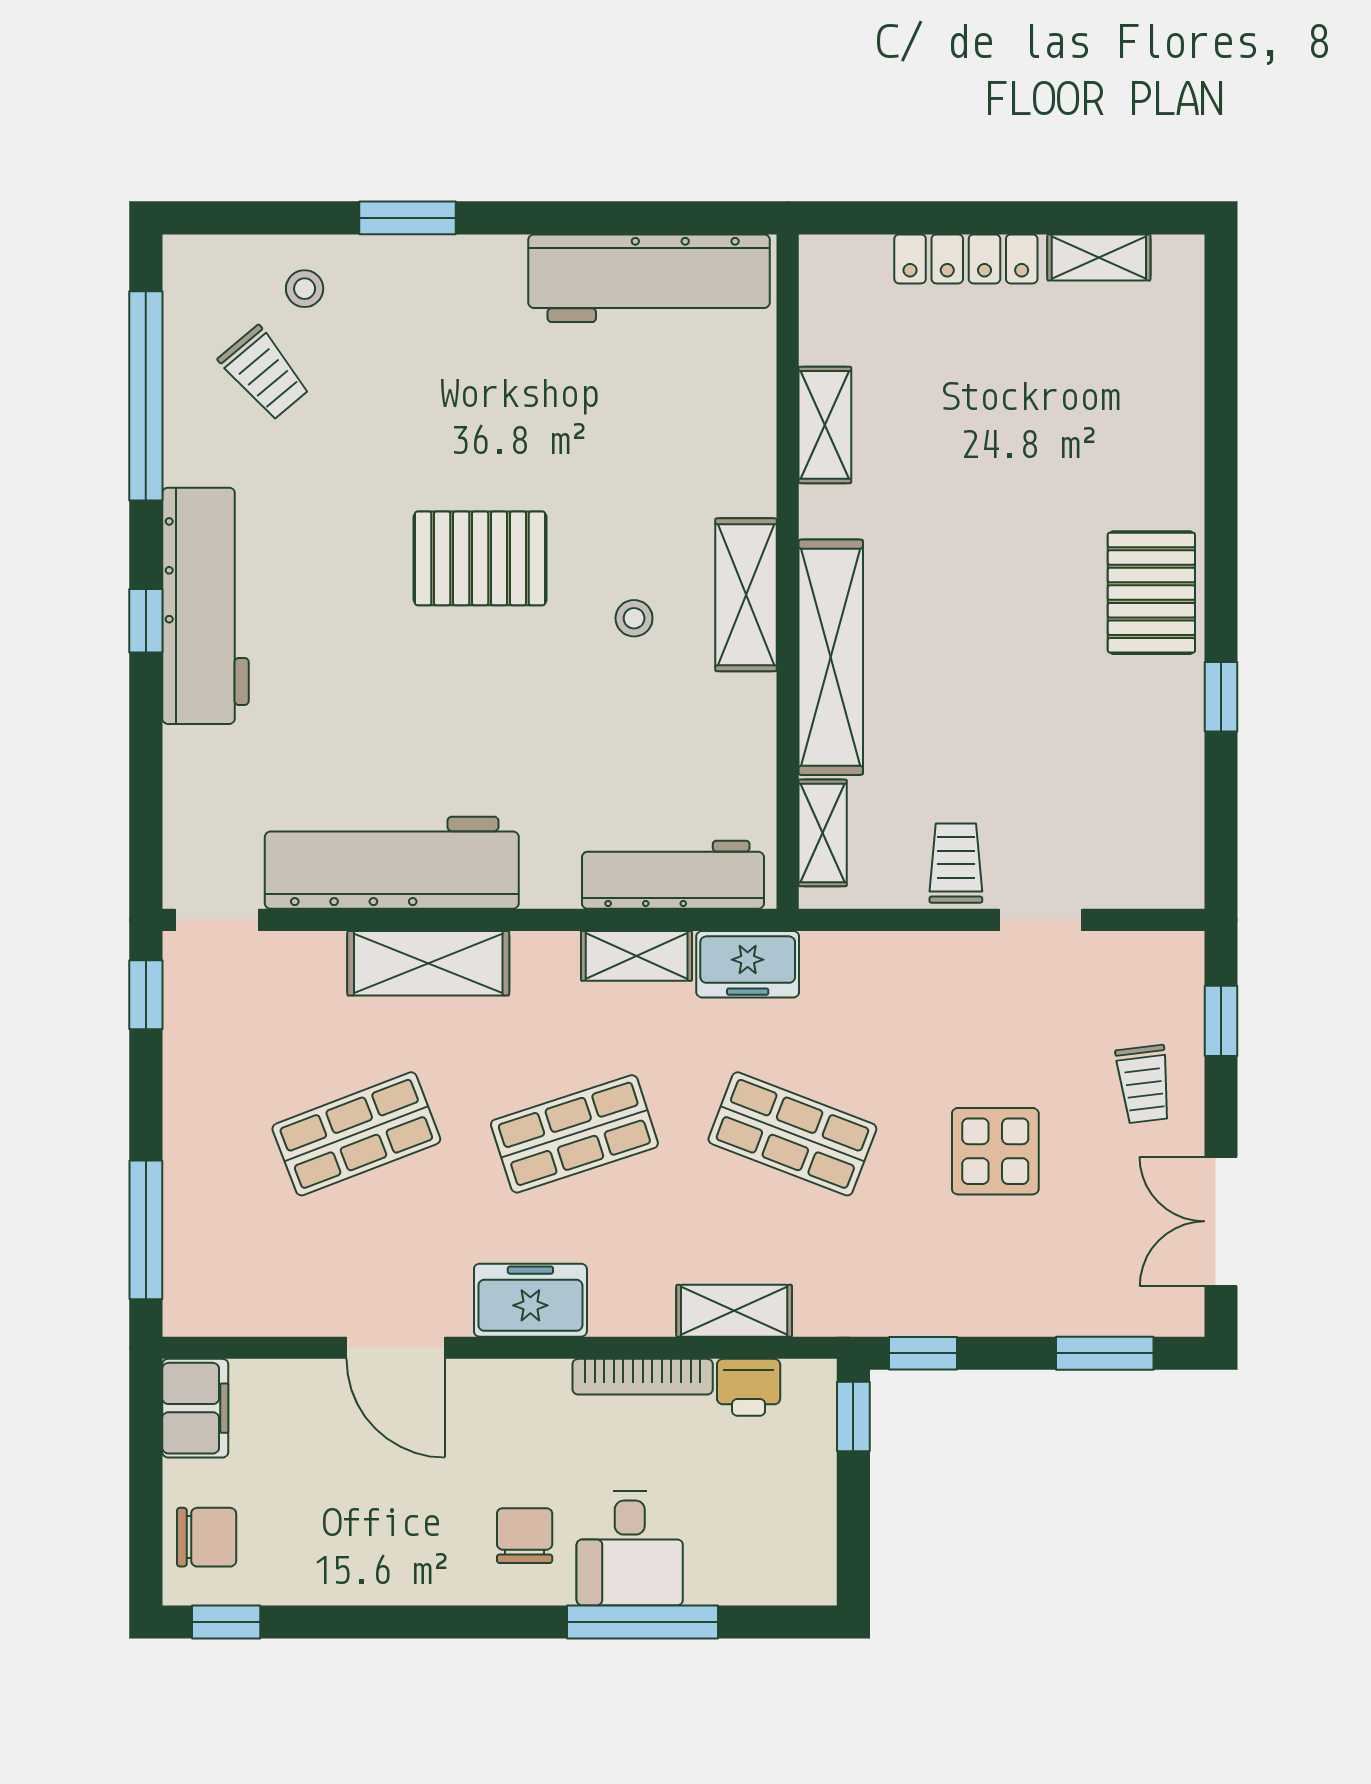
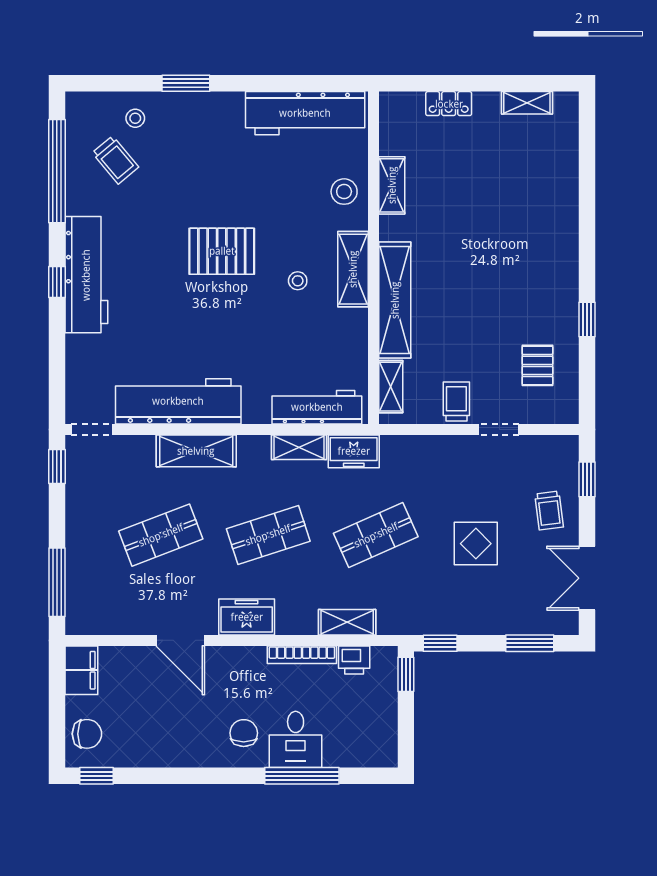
locker: (966, 259) -> (449, 104), width x0.66
stool: (728, 437) -> (344, 192), added
pallet: (1151, 593) -> (537, 365), moved, width x0.67, depth x0.71
shop shelf: (792, 1134) -> (376, 535), turned -45

